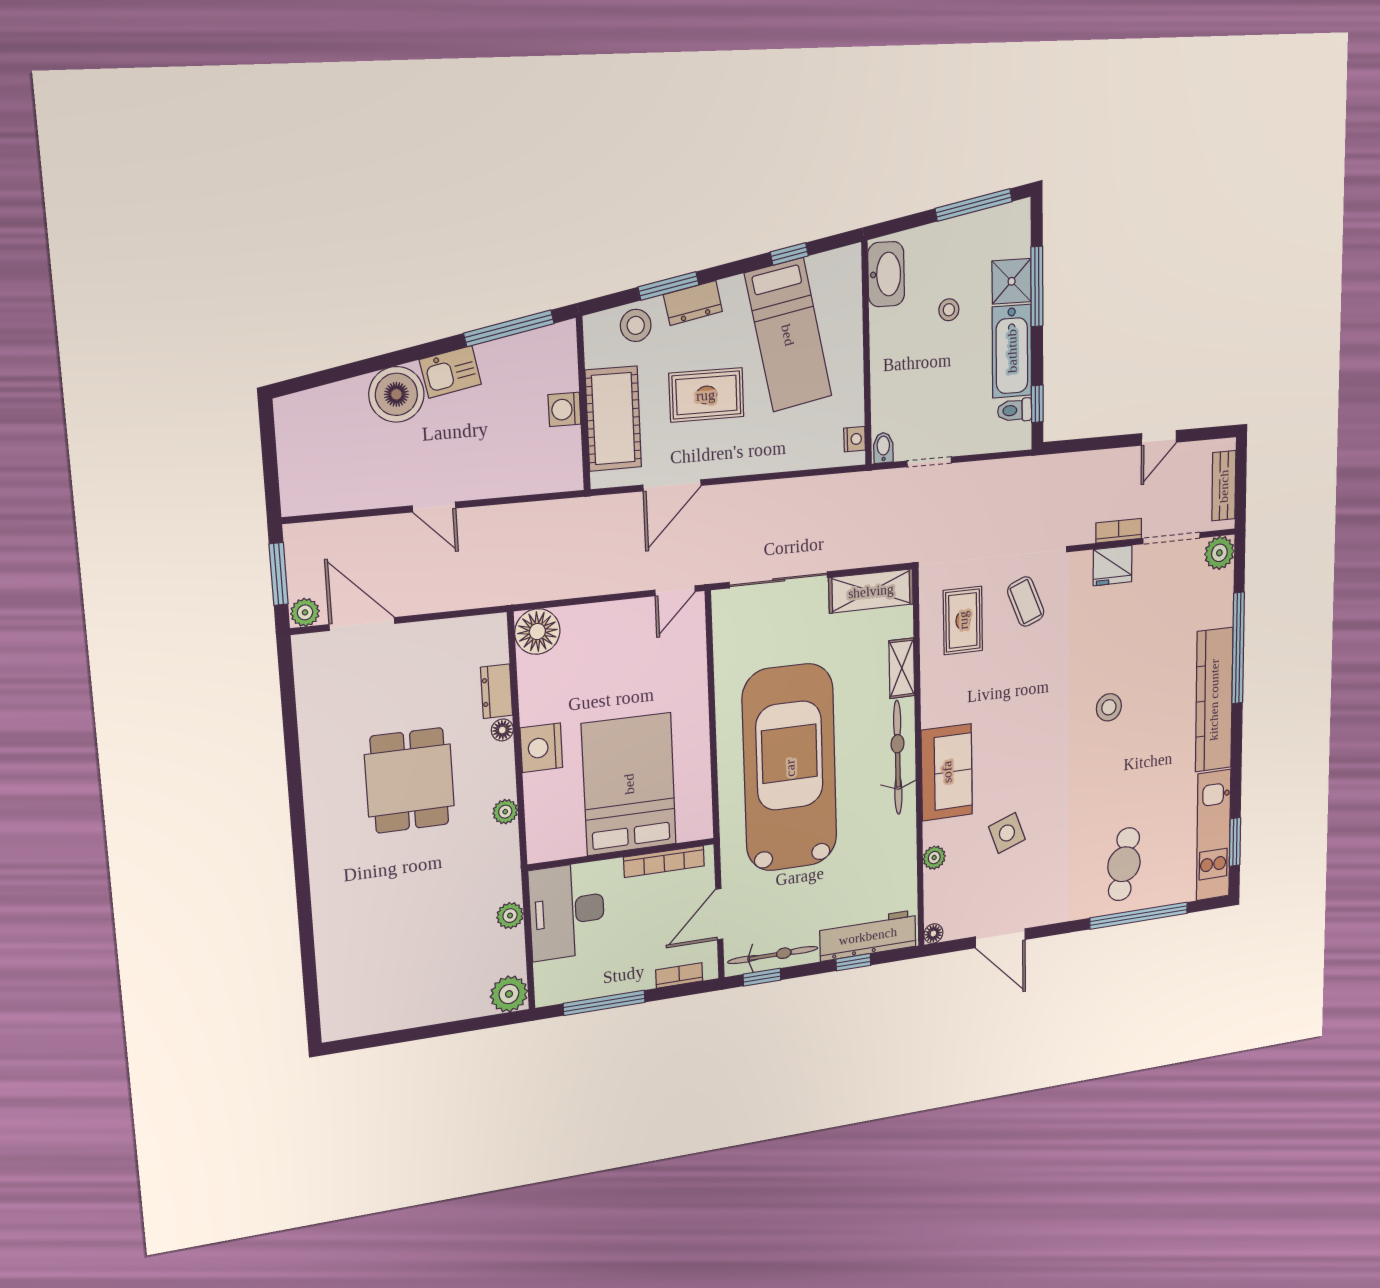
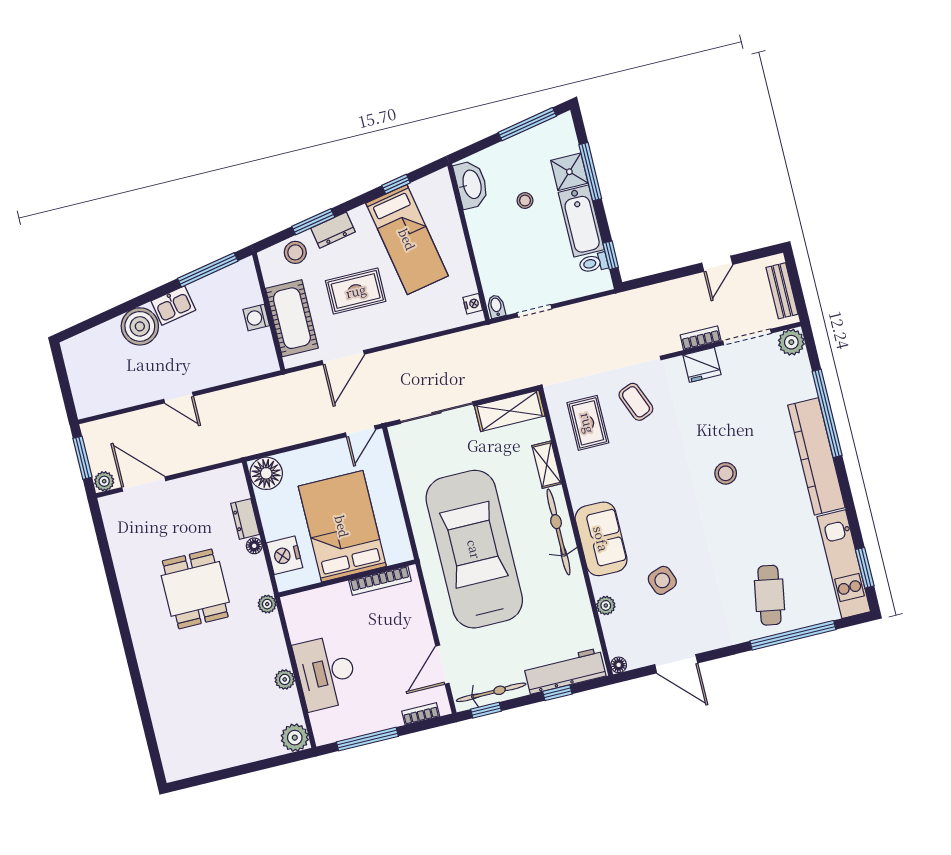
bed: (629, 784) -> (342, 526), moved
wall: (622, 854) -> (347, 578), moved
bookcase: (664, 862) -> (380, 581), moved

